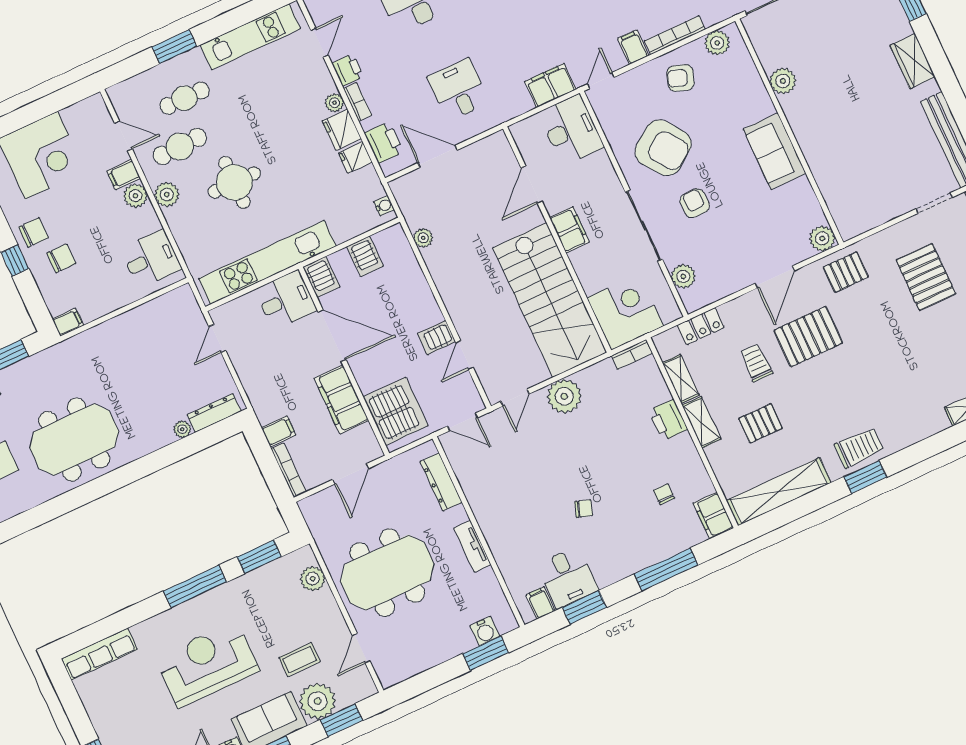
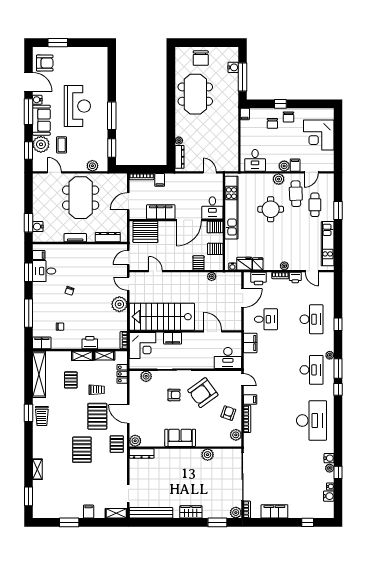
filing cabinet: (550, 85) -> (250, 343), moved
fridge: (342, 130) -> (244, 264), moved
dresser: (842, 214) -> (142, 453), added
filing cabinet: (569, 230) -> (173, 338), moved
pallet: (926, 277) -> (82, 450), moved, turned 90
server rack: (437, 338) -> (198, 263), moved
door: (351, 474) -> (128, 201), hinge flipped
row of seats: (99, 654) -> (102, 63), removed

